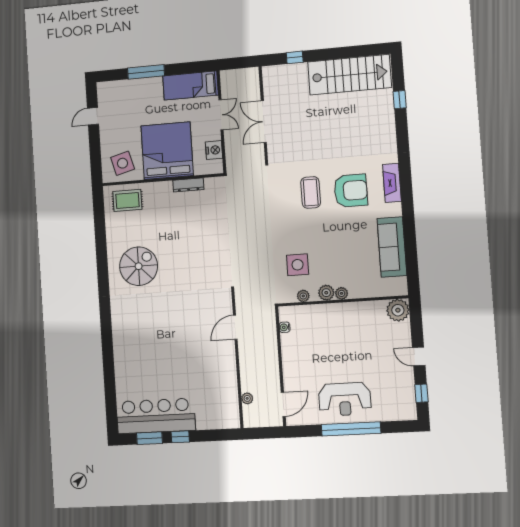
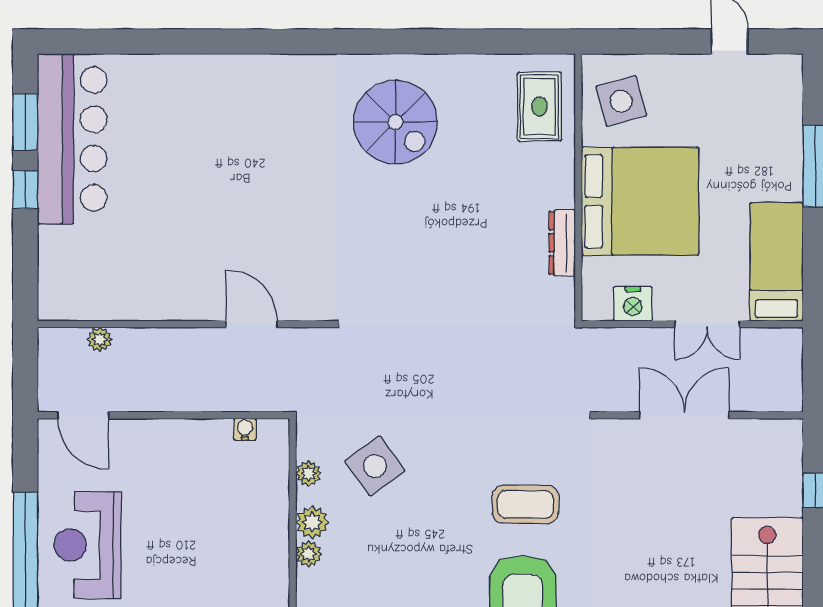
side table: (298, 265) -> (375, 466), turned -36

